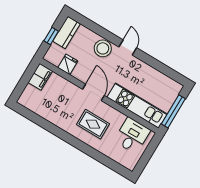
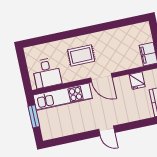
stool: (103, 48) -> (123, 114), removed
window: (173, 111) -> (34, 116), width x0.69

